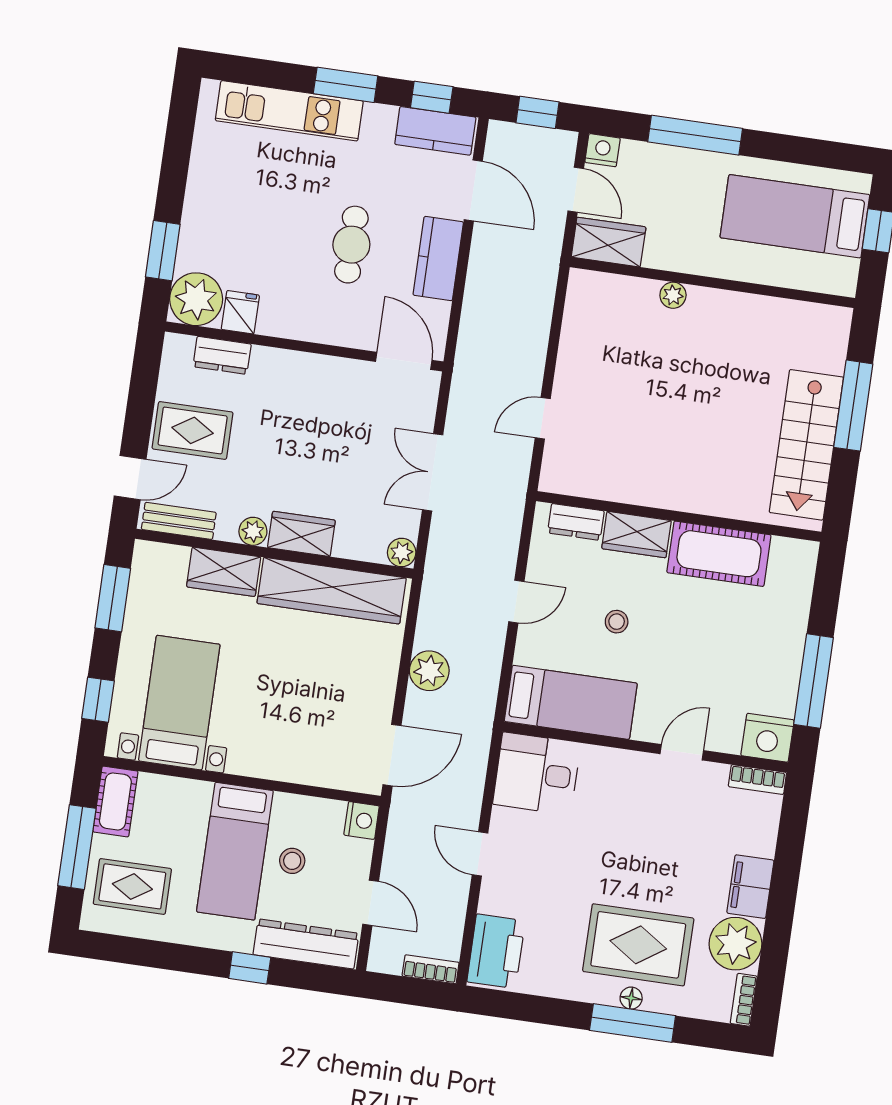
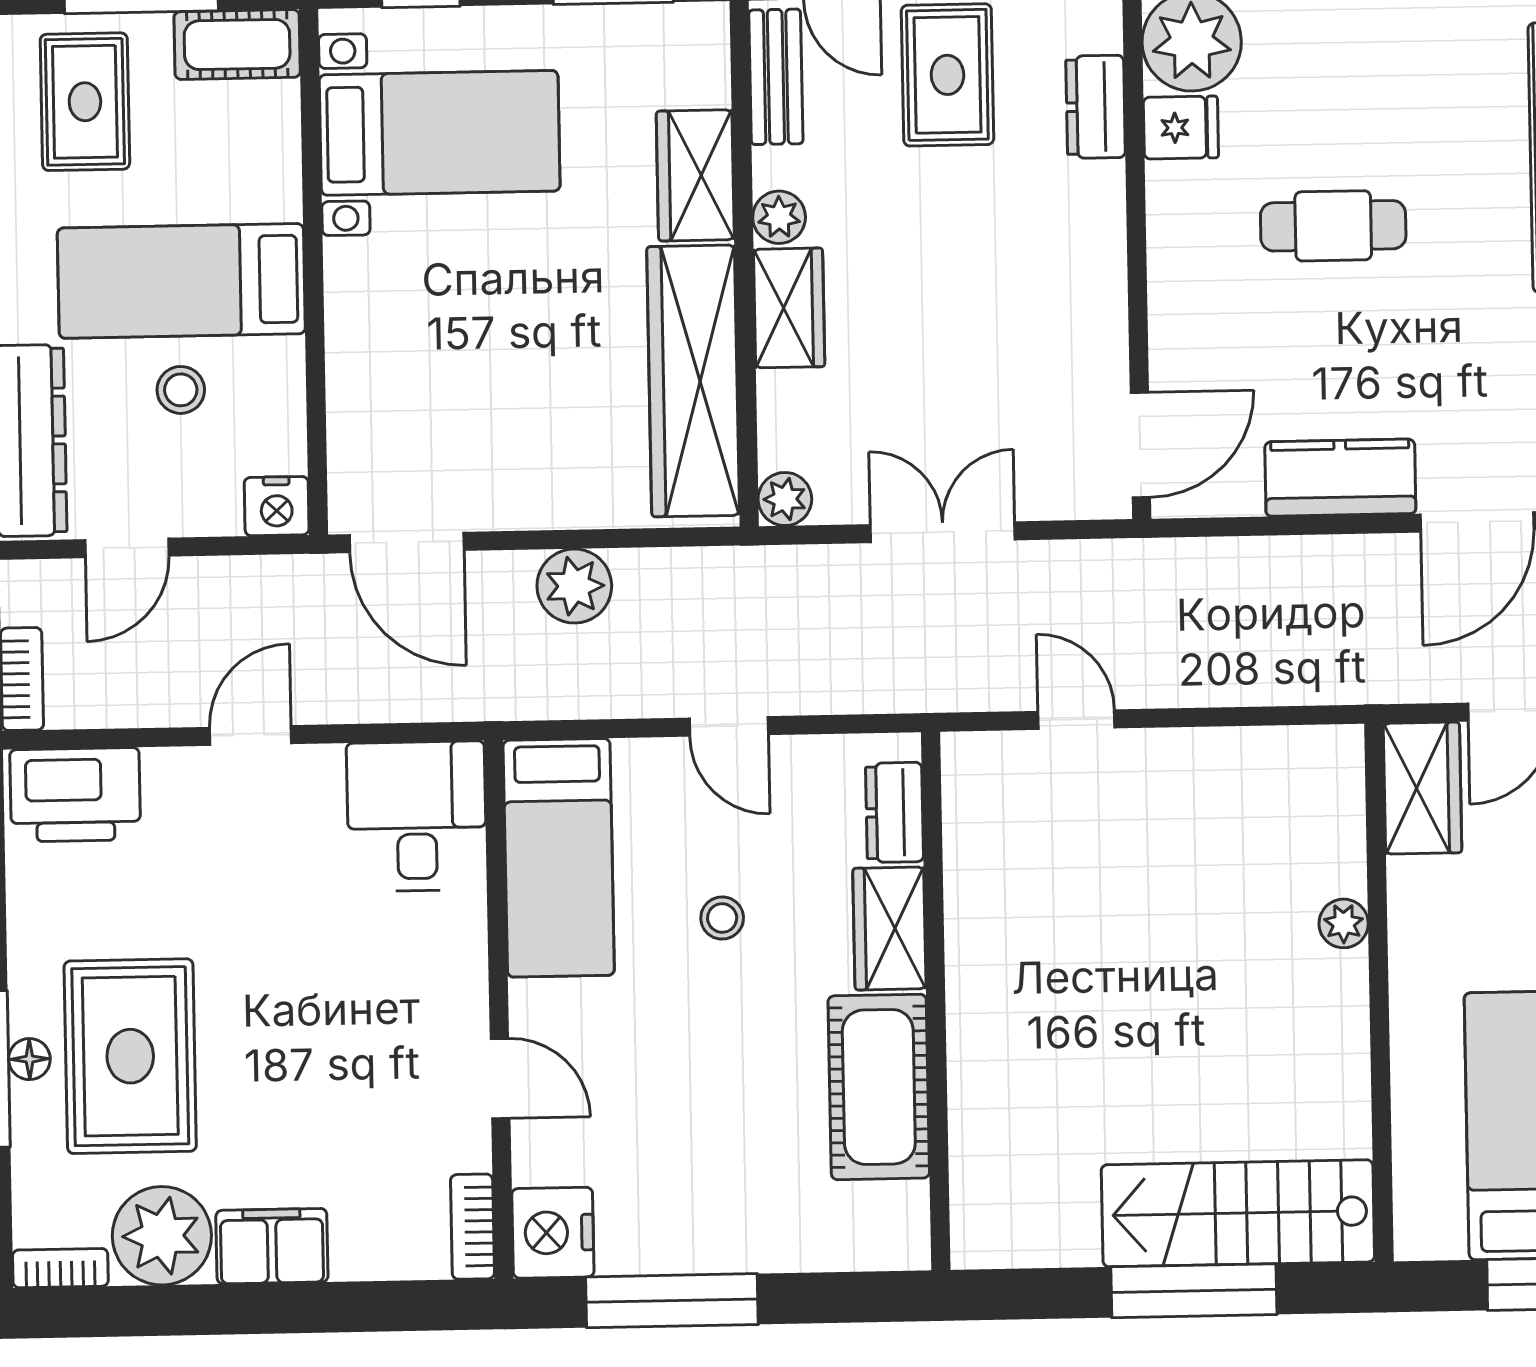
cafe table: (351, 245) -> (1333, 226), moved
stairs: (806, 445) -> (1238, 1213), moved

